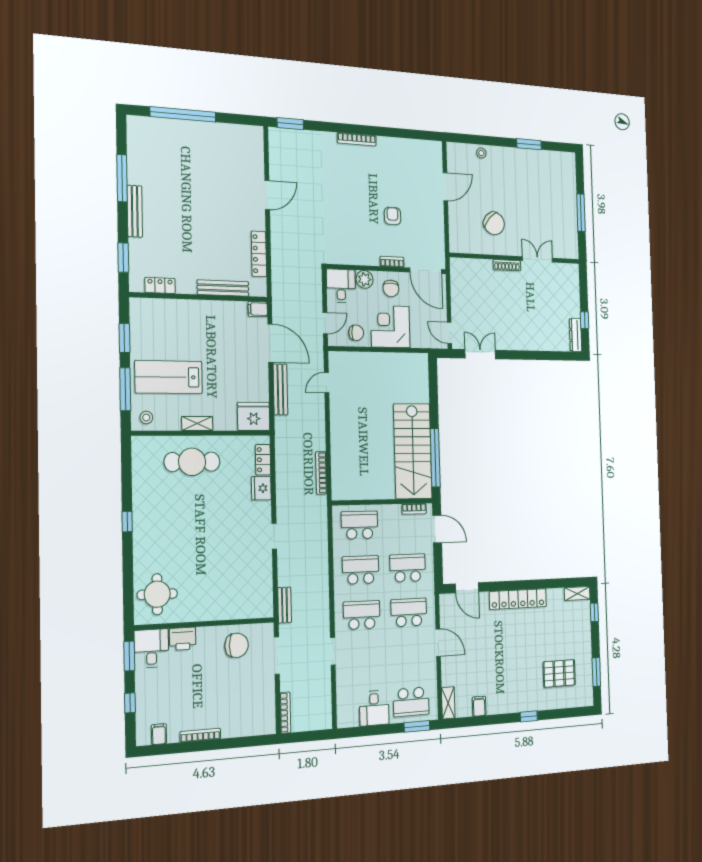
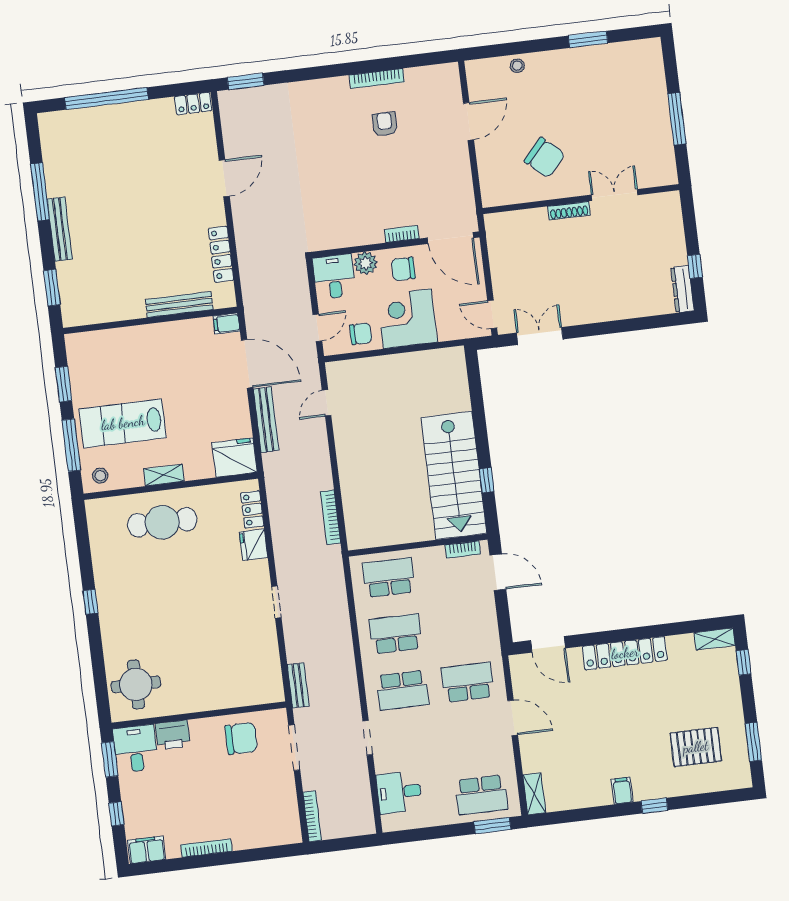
bookcase: (357, 139) -> (377, 78), moved
armchair: (393, 216) -> (385, 124), moved
locker: (160, 285) -> (193, 104), moved, turned 180
chair: (391, 288) -> (403, 269), turned 90
window: (435, 458) -> (487, 480), width x0.32
school desk: (408, 568) -> (461, 626), removed
school desk: (362, 615) -> (403, 690), turned 180
filing cabinet: (479, 706) -> (622, 791), moved
desk: (374, 708) -> (399, 792), moved, turned 90
filing cabinet: (159, 734) -> (147, 850), width x2.00

